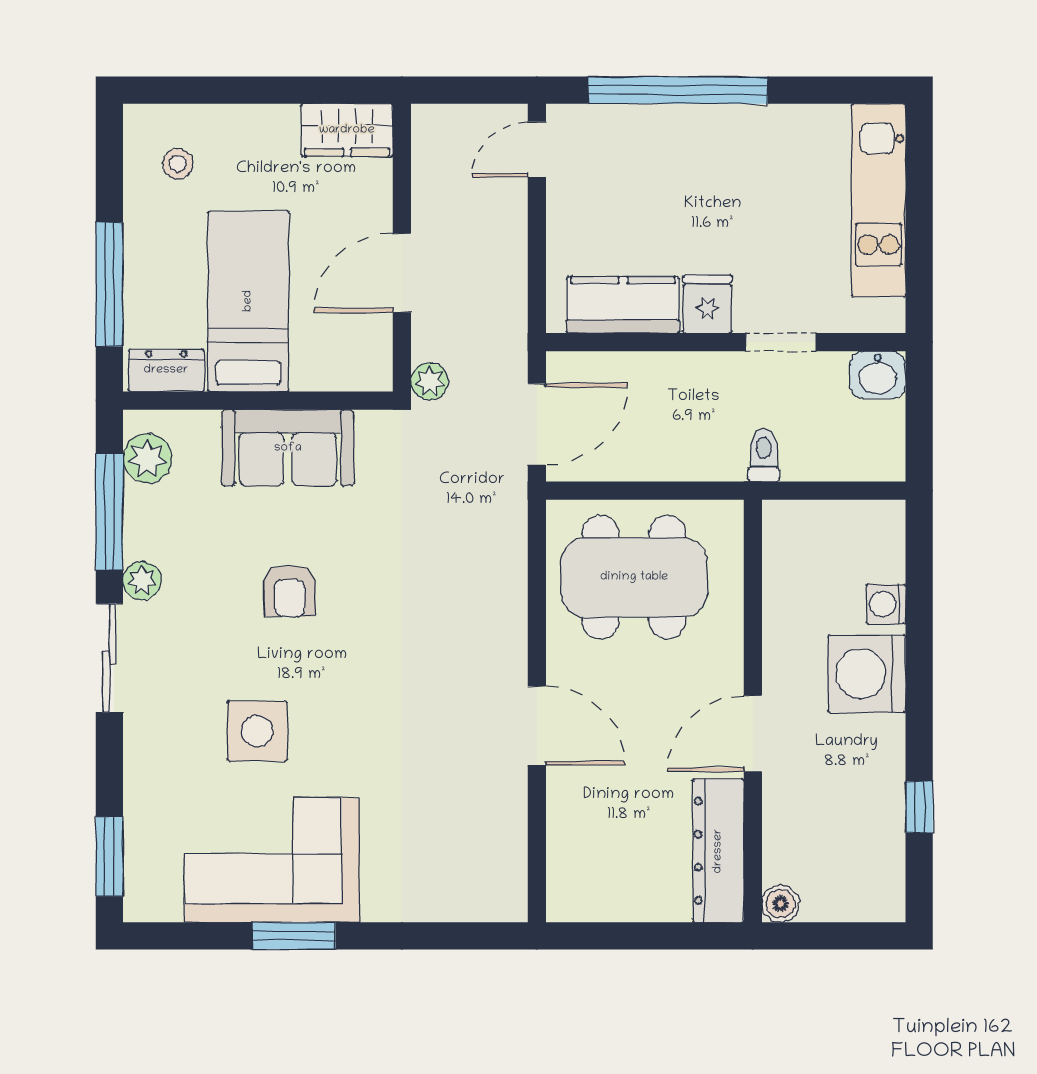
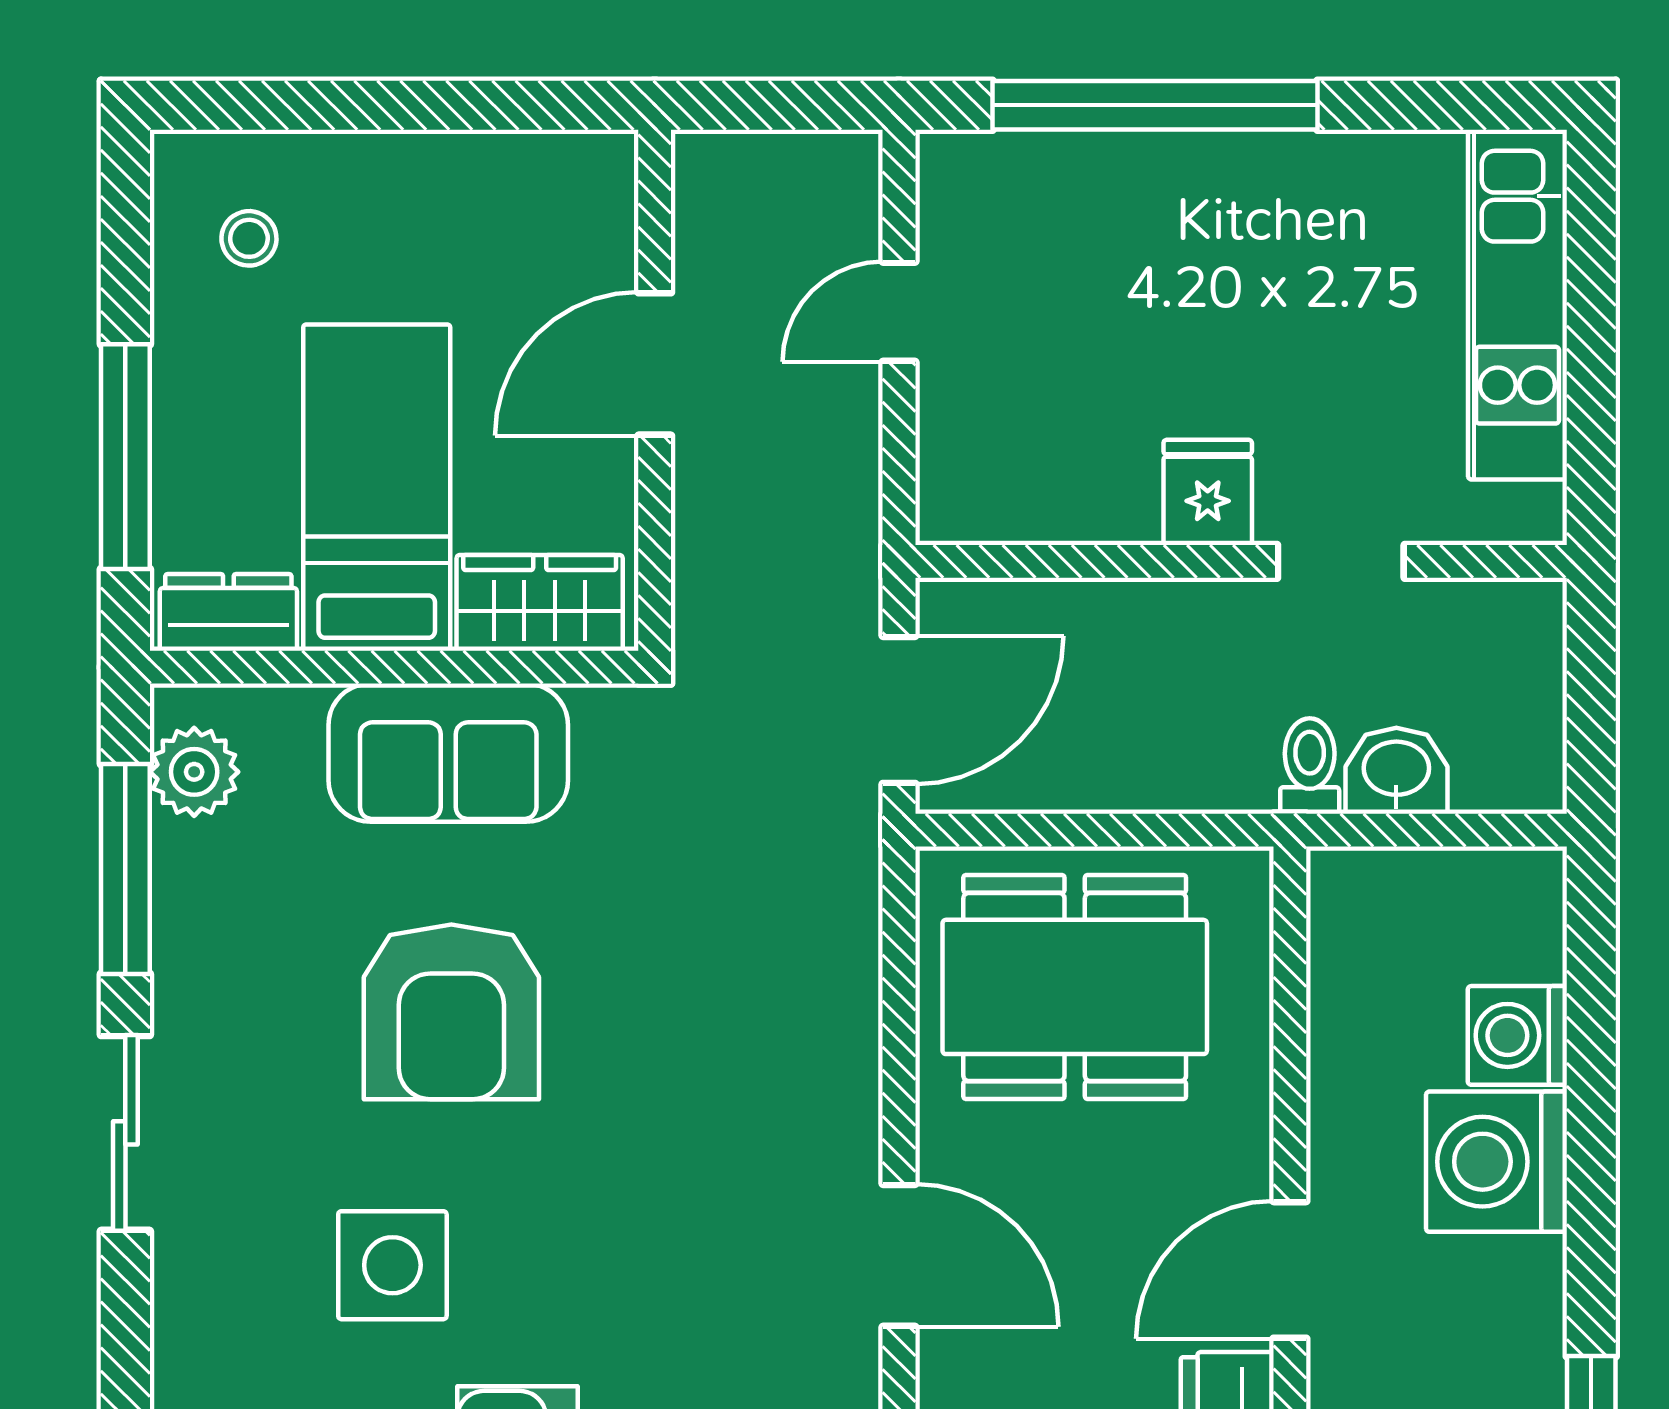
wardrobe: (347, 130) -> (540, 603), moved, turned 180
door: (537, 149) -> (899, 312), moved
door: (402, 273) -> (655, 364), moved
kitchen counter: (623, 305) -> (1055, 494), removed
washbasin: (878, 375) -> (1396, 771), moved, turned 180
plant: (430, 381) -> (705, 632), removed
plant: (142, 581) -> (184, 993), removed
armchair: (290, 591) -> (451, 1012), width x1.88, depth x1.88
washing machine: (886, 604) -> (1517, 1035), width x1.38, depth x1.38

